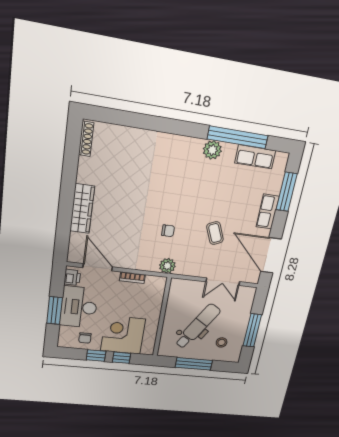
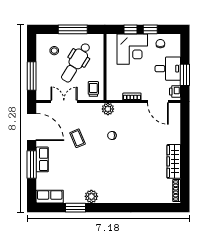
window: (238, 137) -> (76, 208), width x0.47
row of seats: (255, 157) -> (50, 197), moved
window: (287, 192) -> (32, 164), moved
wardrobe: (82, 209) -> (174, 161), moved
trolley: (182, 293) -> (93, 89), added
desk: (79, 307) -> (168, 69), width x0.73
window: (55, 311) -> (185, 75), moved
window: (252, 330) -> (32, 76), moved

